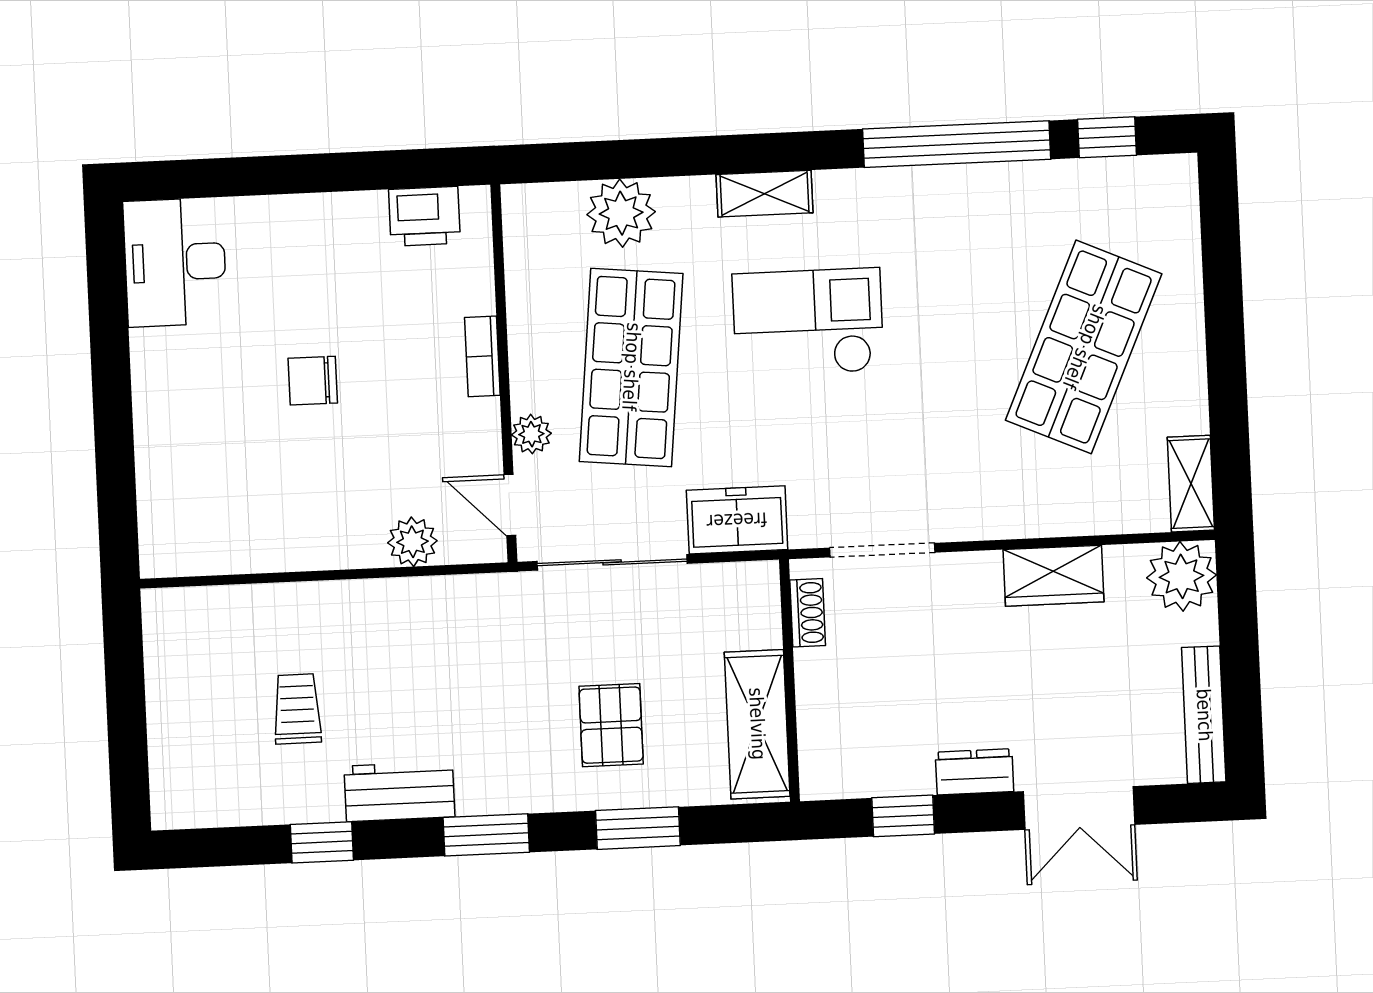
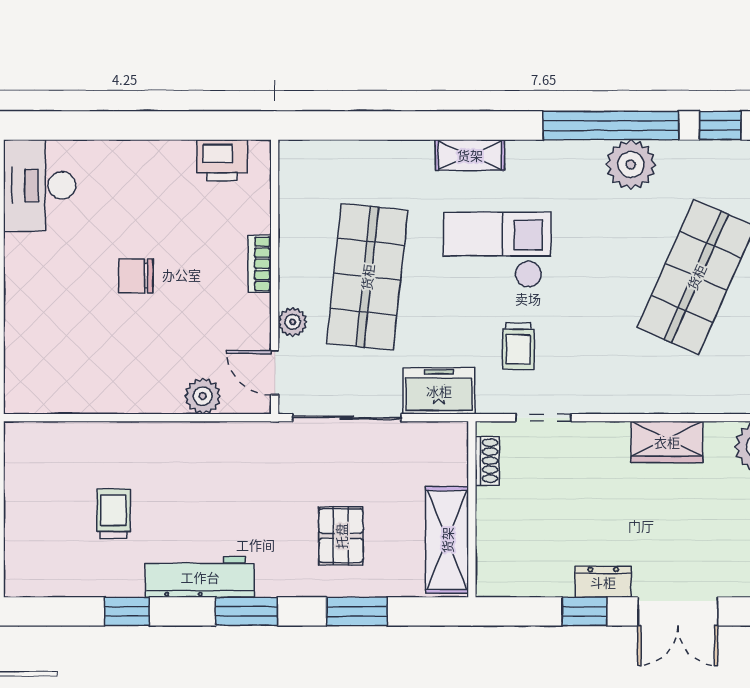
plant: (621, 213) -> (631, 164), moved
trolley: (843, 453) -> (518, 346), added
doorway: (882, 550) -> (544, 418), width x0.73
workbench: (399, 791) -> (200, 577), width x1.38
window: (903, 816) -> (584, 611), moved

